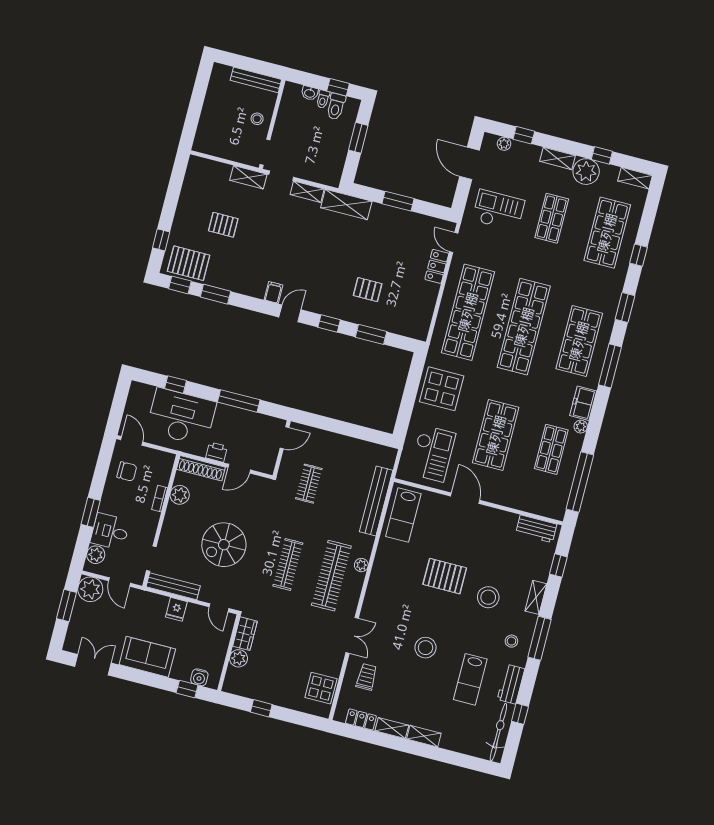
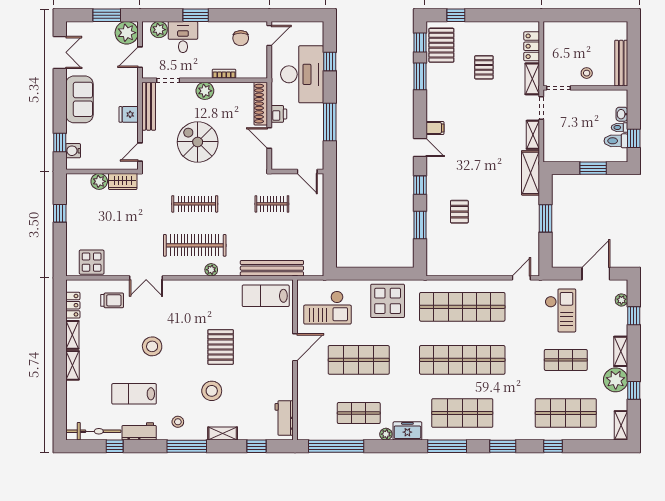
locker: (437, 266) -> (532, 46), moved, turned -90
plant: (180, 495) -> (205, 91), moved

